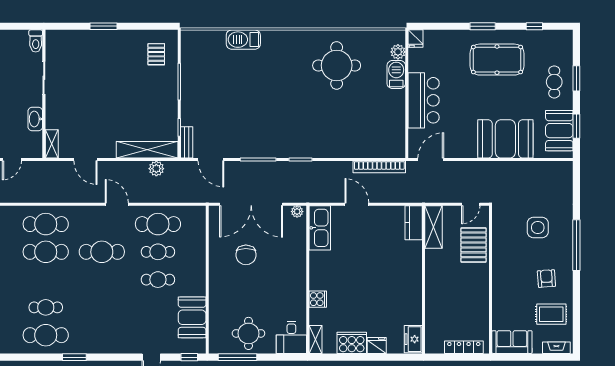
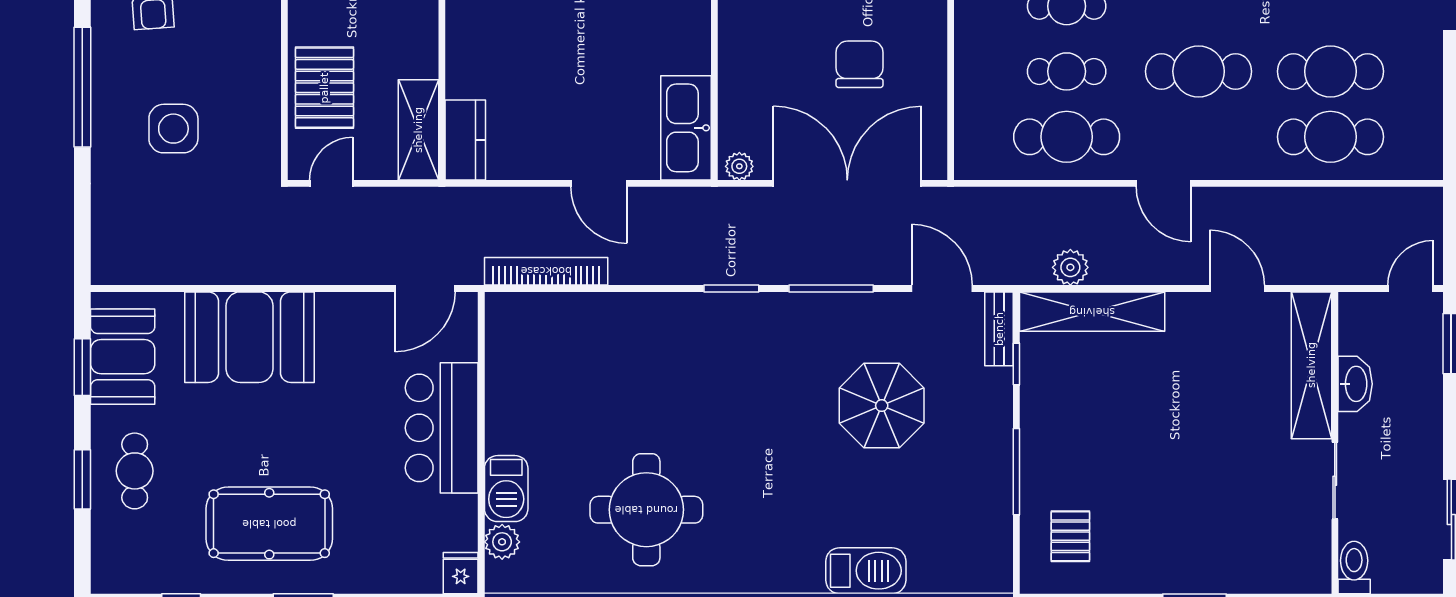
parasol: (237, 110) -> (882, 406), added
shelving: (52, 144) -> (1311, 365), width x2.20, depth x1.33

